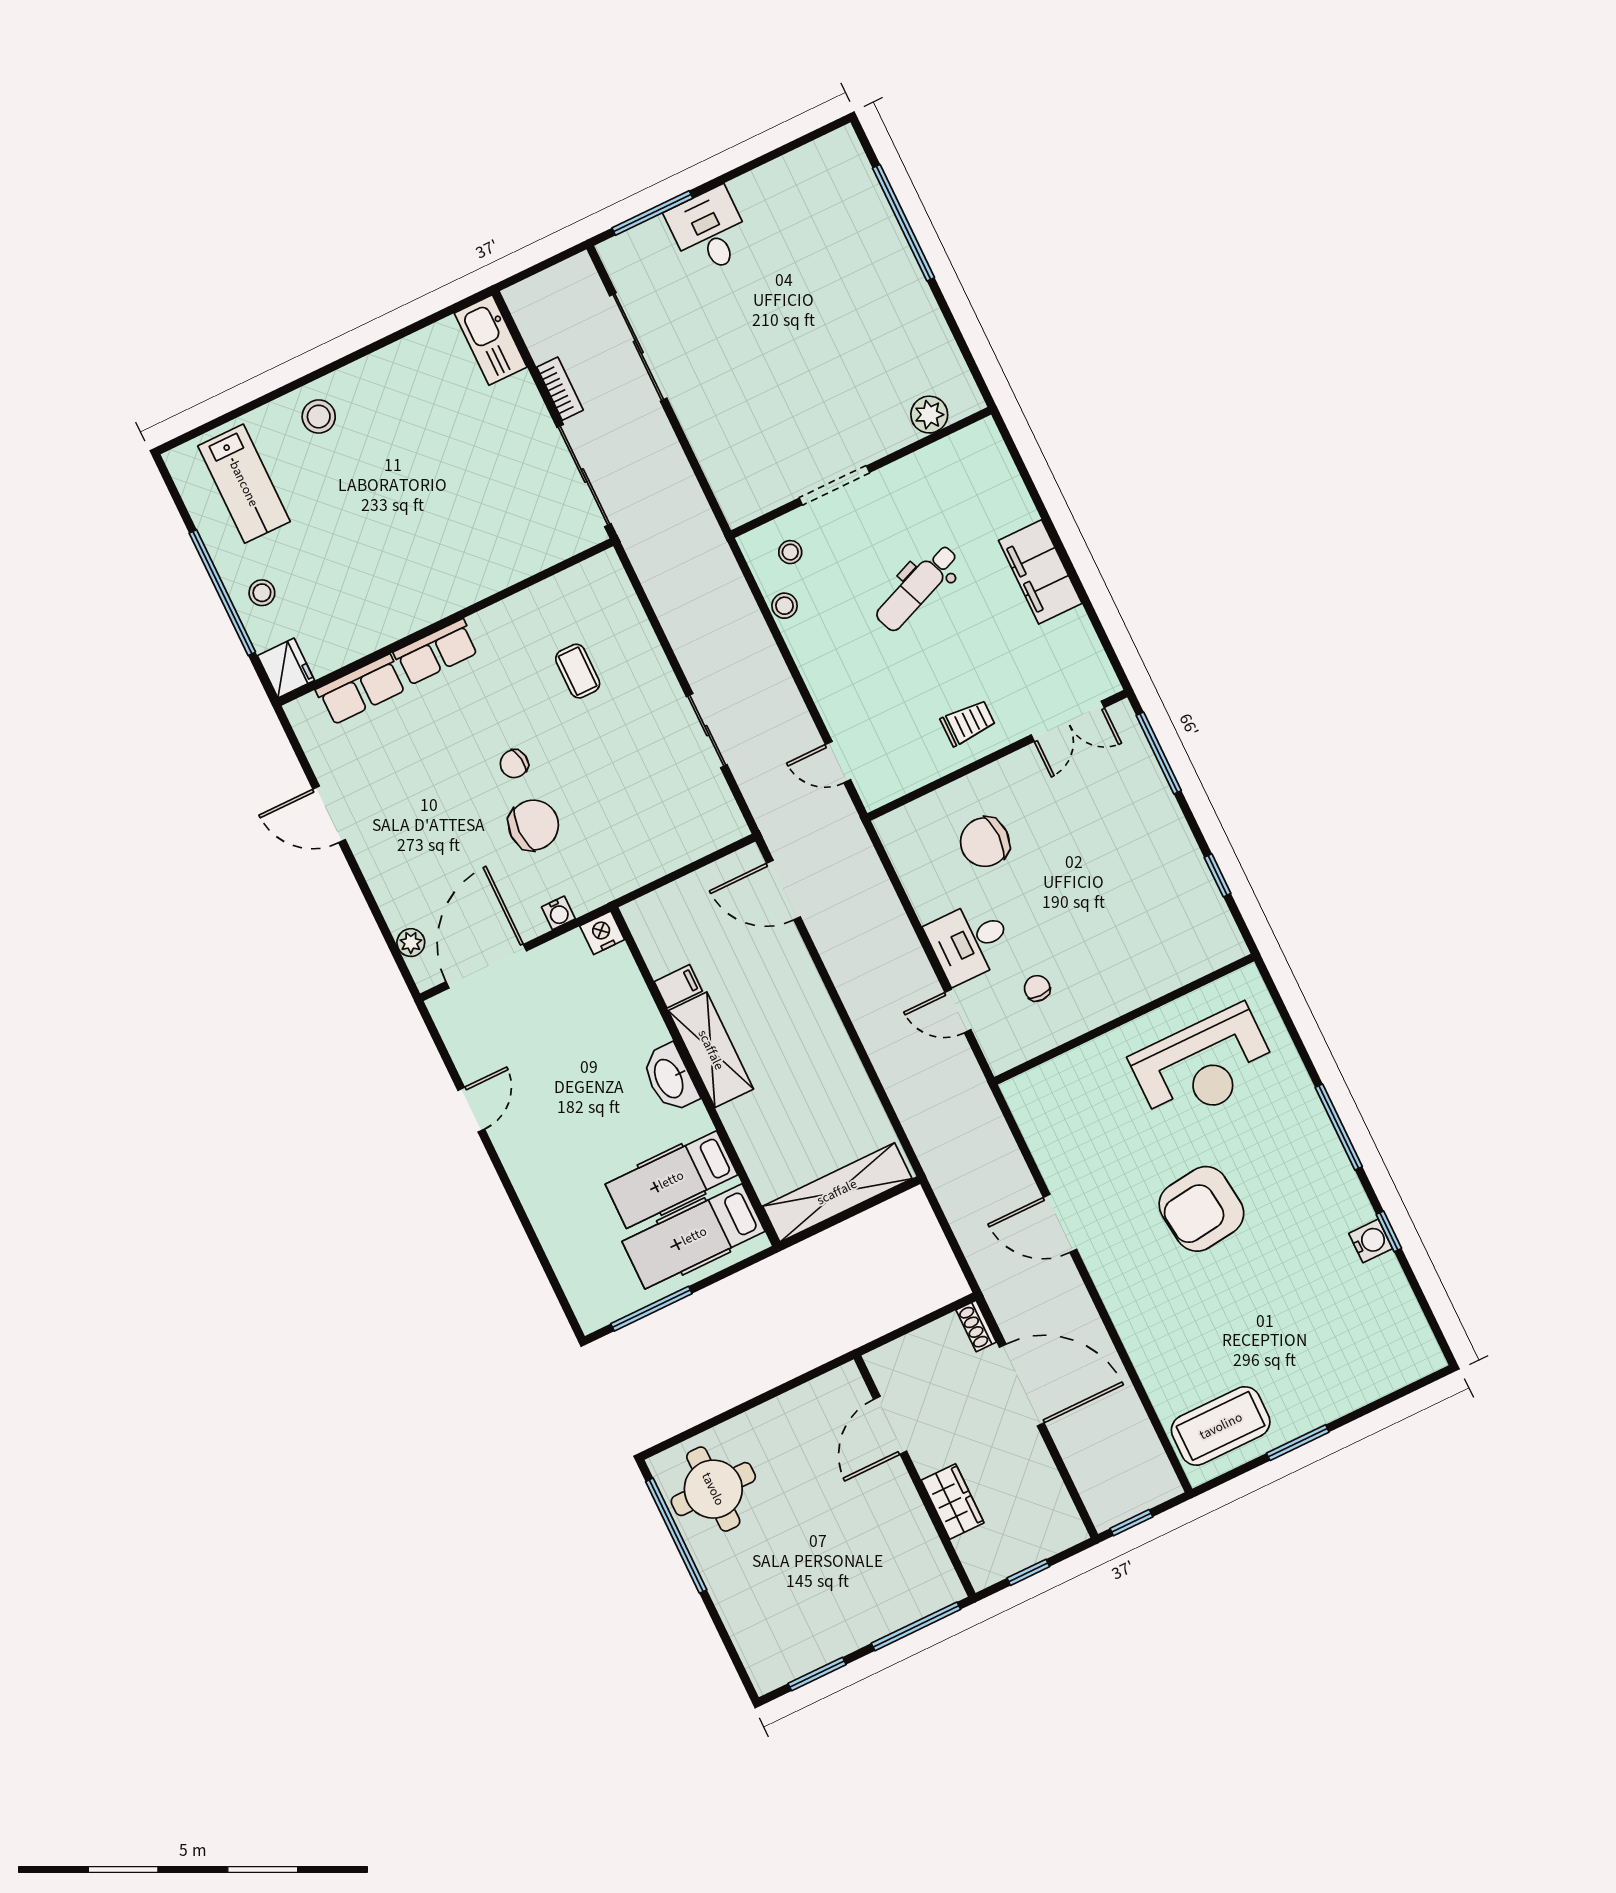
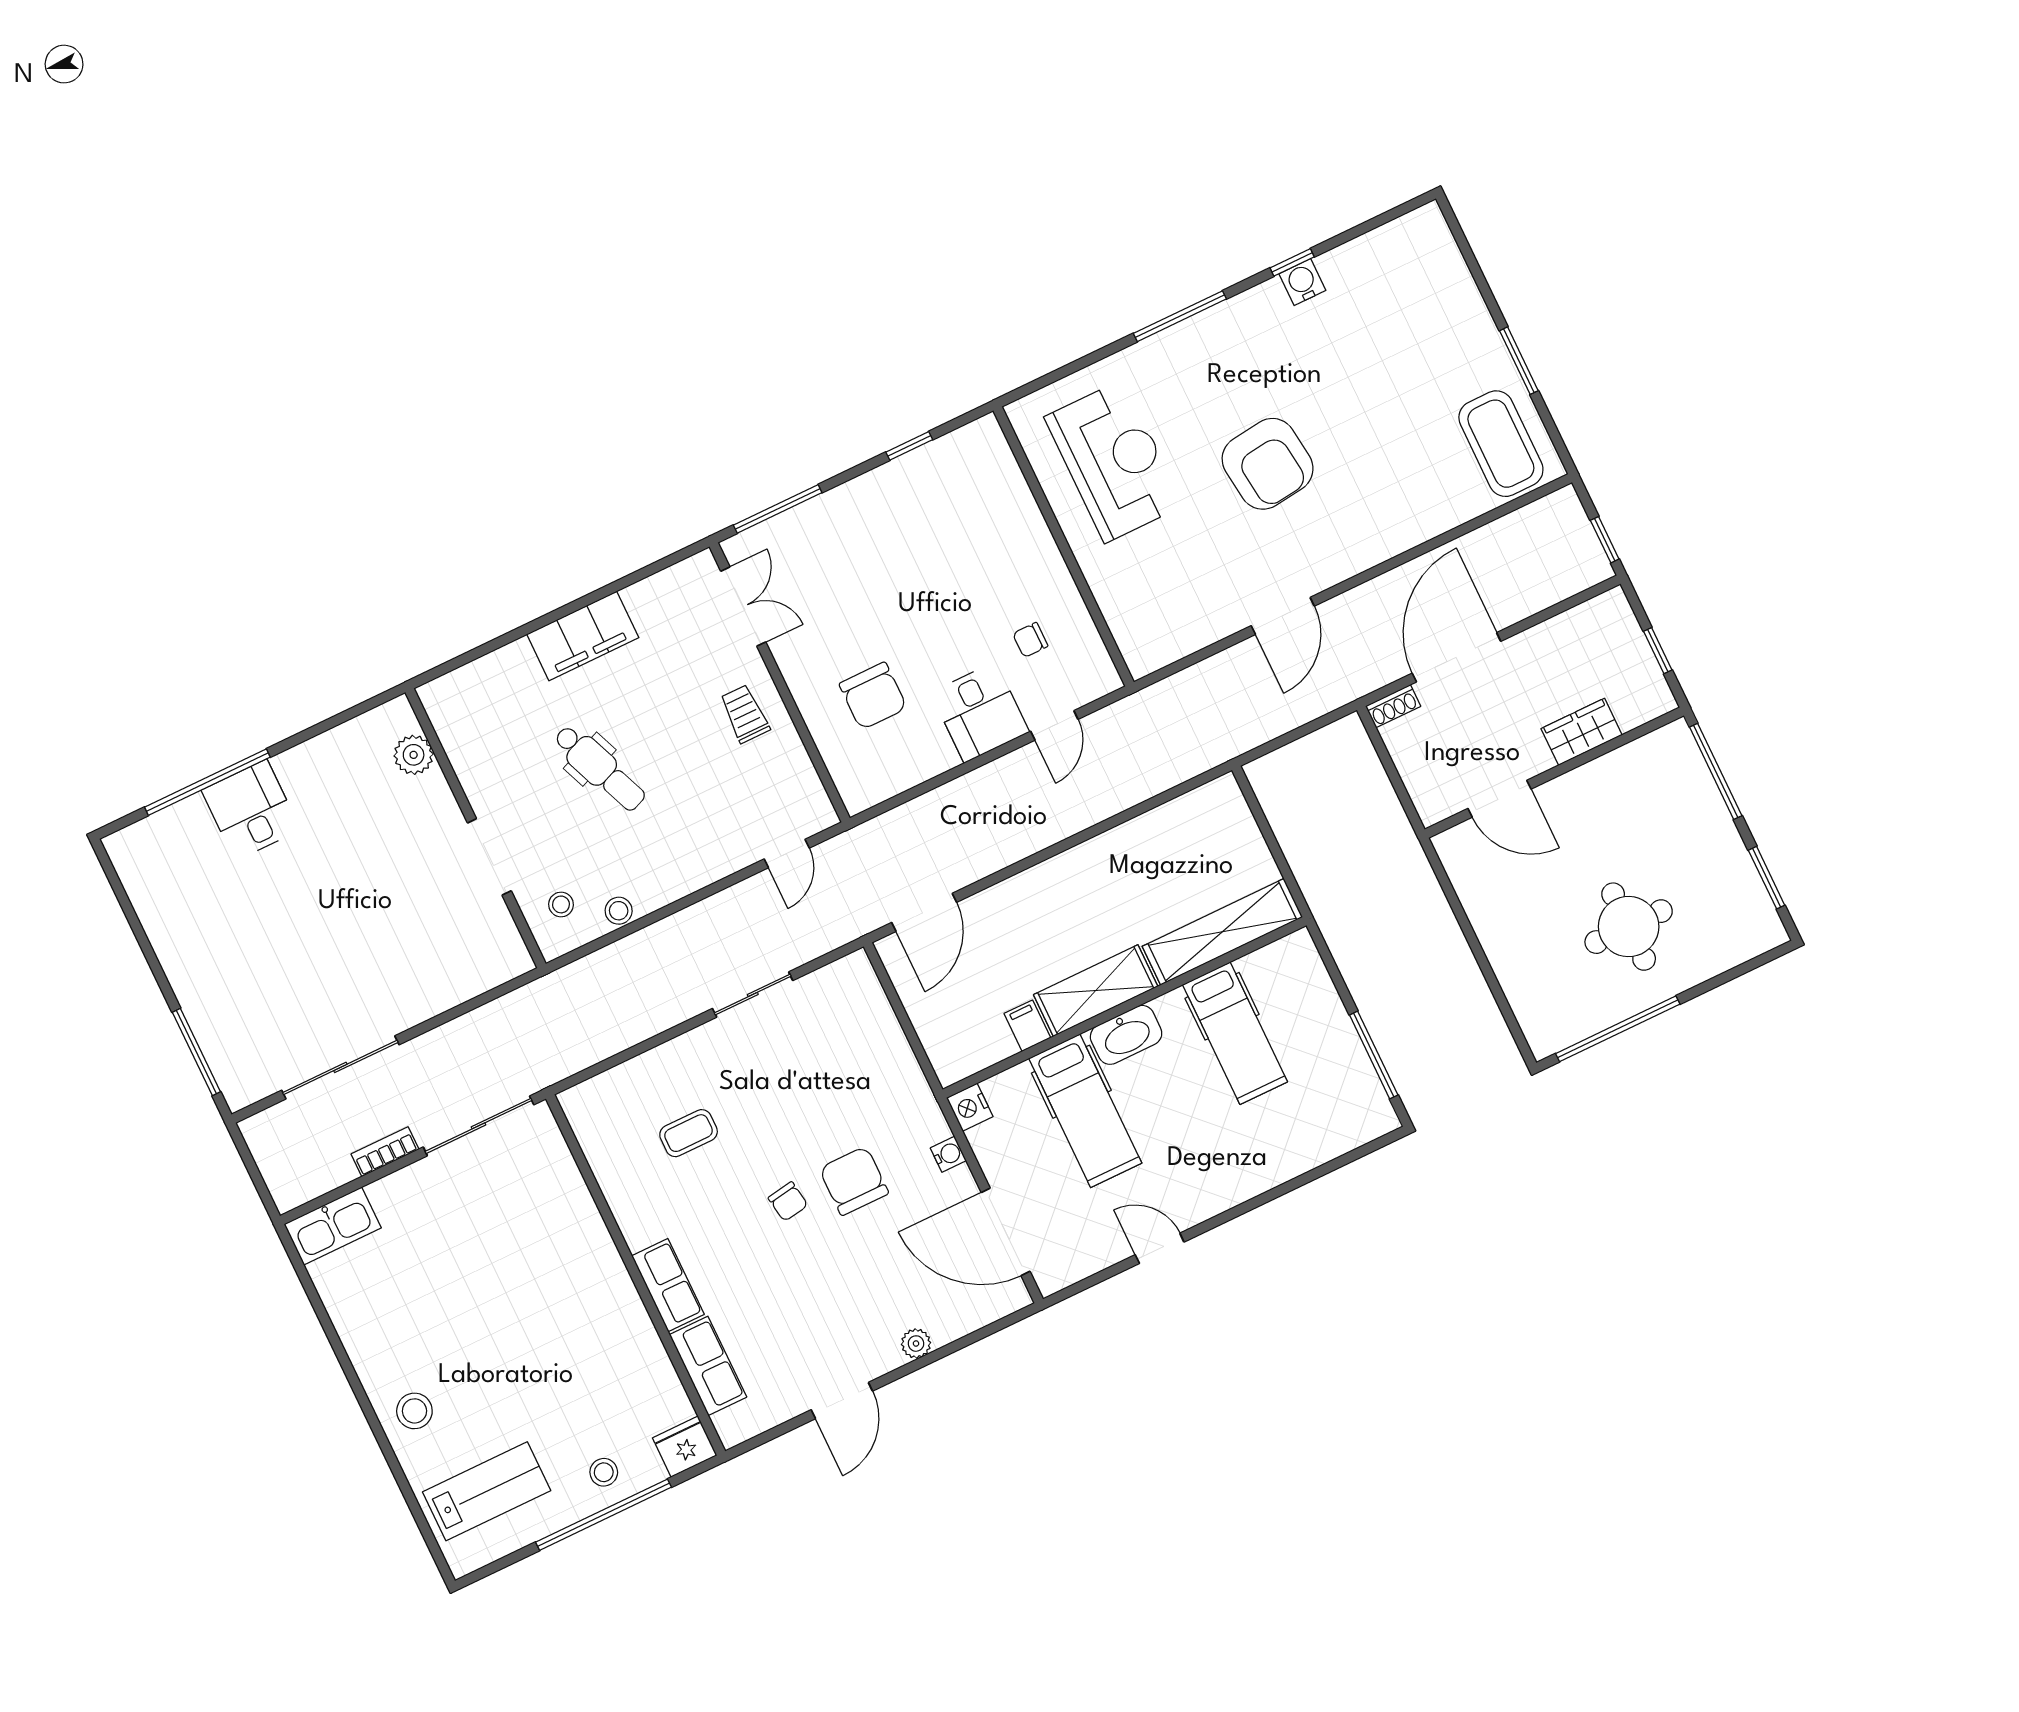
desk: (709, 231) -> (251, 810), moved, turned 90
plant: (411, 943) -> (916, 1344), moved
shelving: (837, 1192) -> (1222, 932), moved, turned 90
hospital bed: (694, 1236) -> (1085, 1111), moved
round table: (713, 1489) -> (1629, 927), moved

